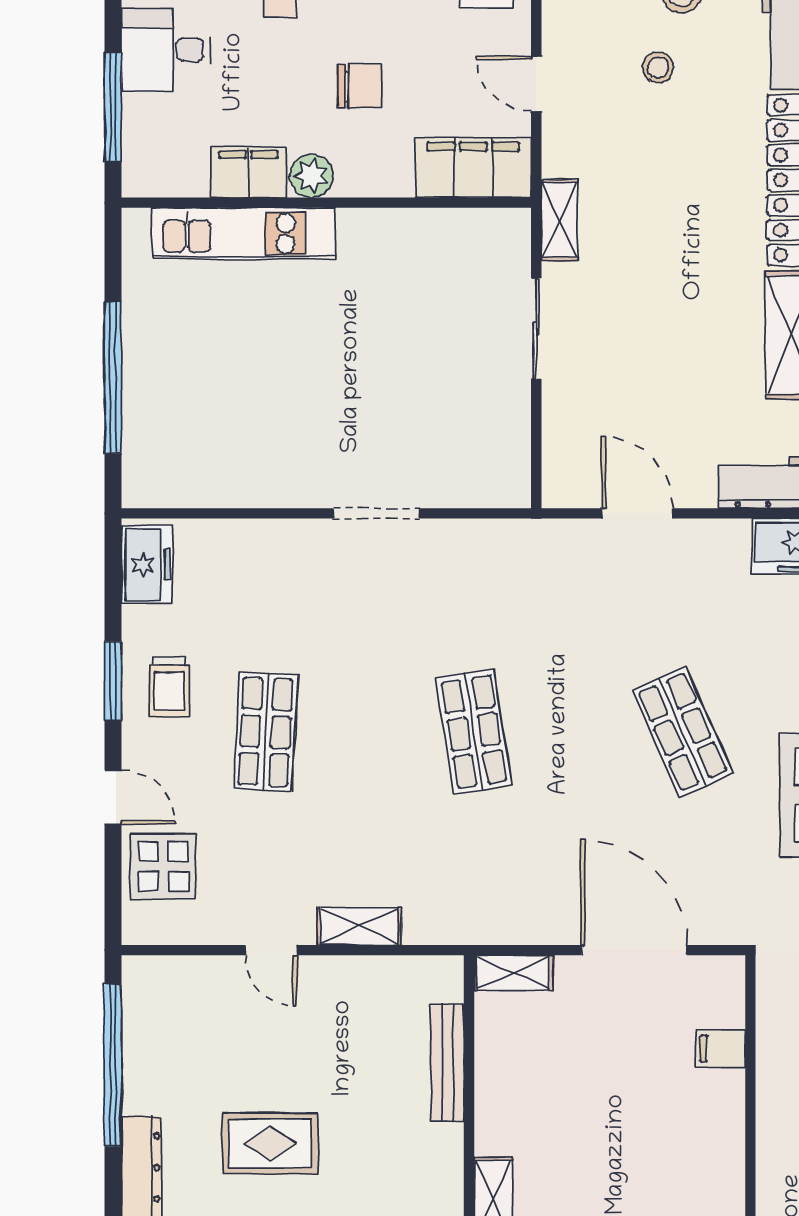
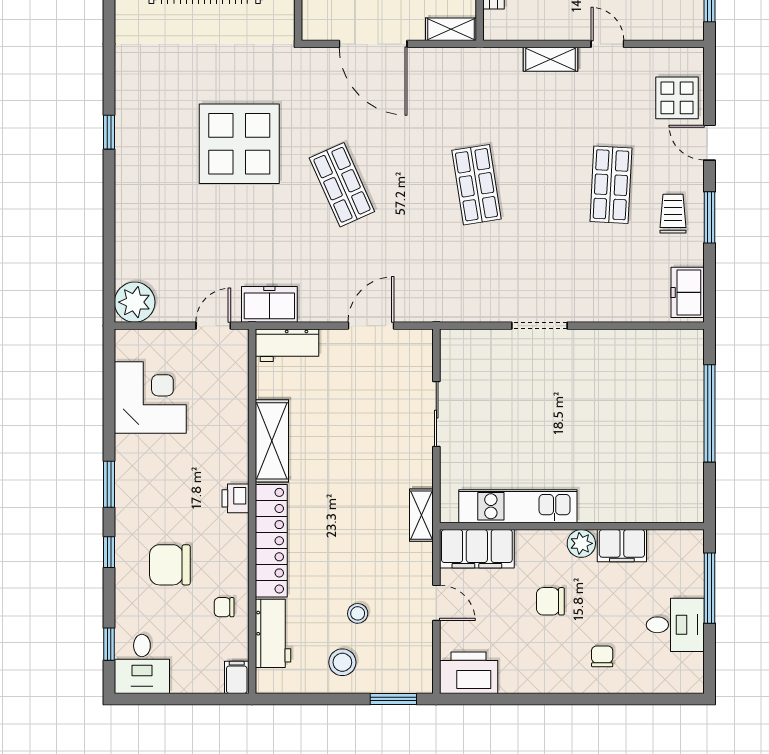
kitchen unit: (244, 233) -> (518, 506), moved
sliding door: (536, 329) -> (436, 414), moved
door: (637, 513) -> (371, 326), swing flipped

